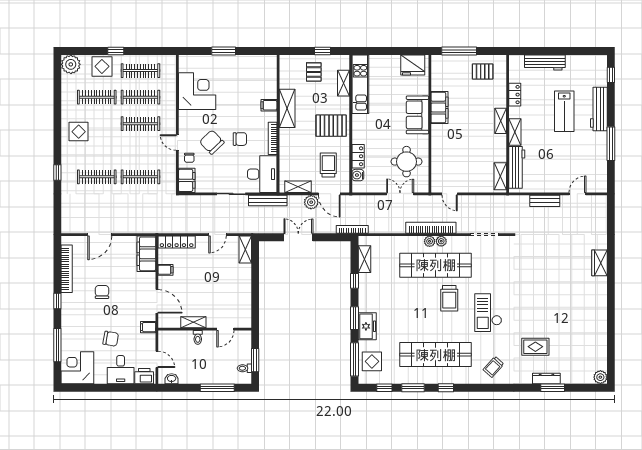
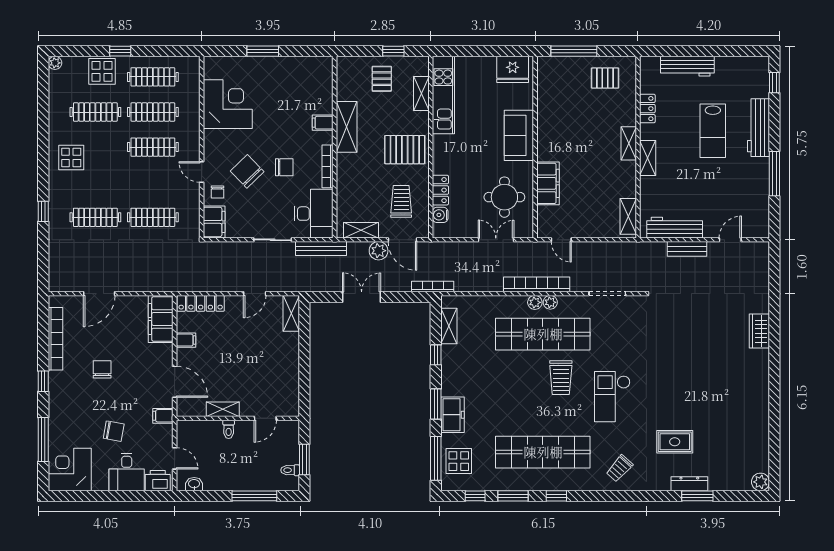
plant: (71, 64) -> (55, 63), width x0.53, depth x0.53
filing cabinet: (439, 108) -> (548, 183), moved
workbench: (517, 167) -> (675, 228), moved, turned -90

